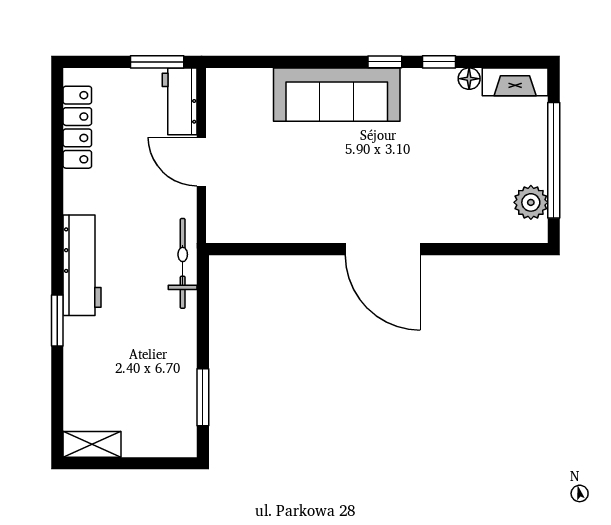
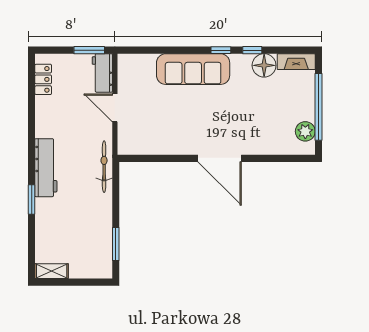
floor lamp: (469, 79) -> (264, 65), width x1.89, depth x1.89
locker: (77, 127) -> (43, 79), width x0.66

